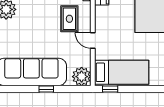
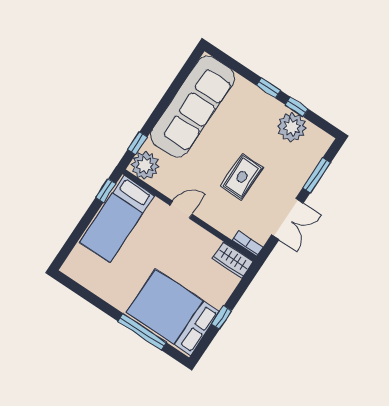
rug: (69, 19) -> (242, 177), moved, turned 90
window: (46, 89) -> (137, 143), moved

